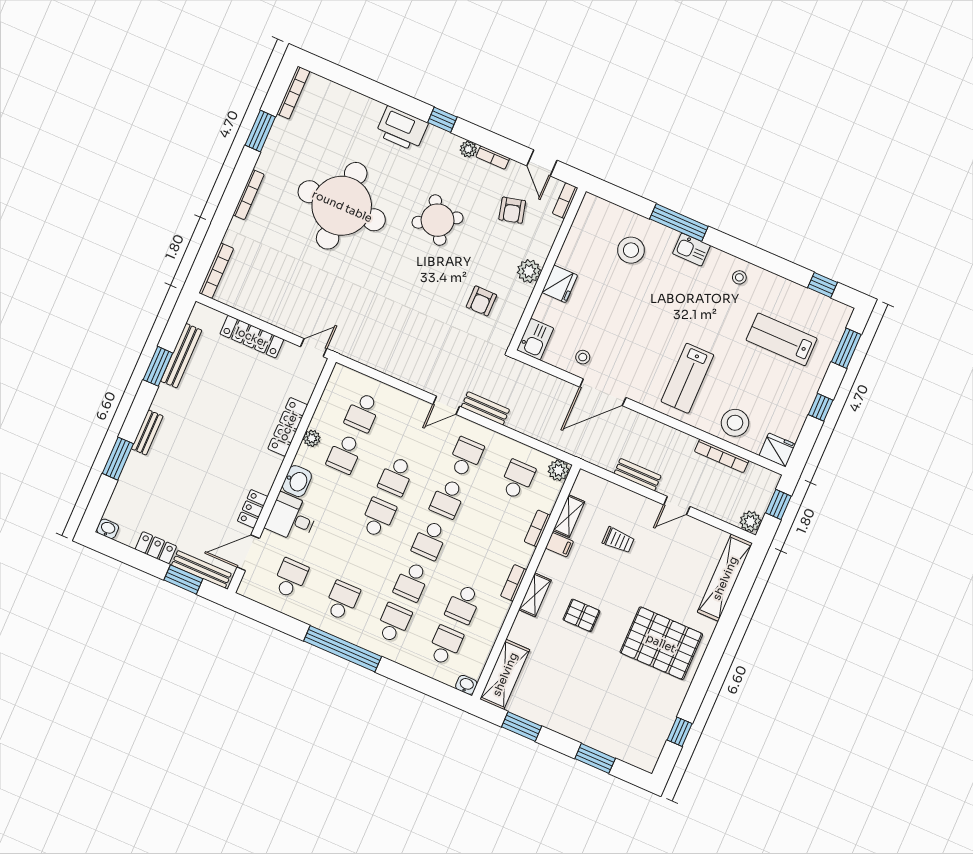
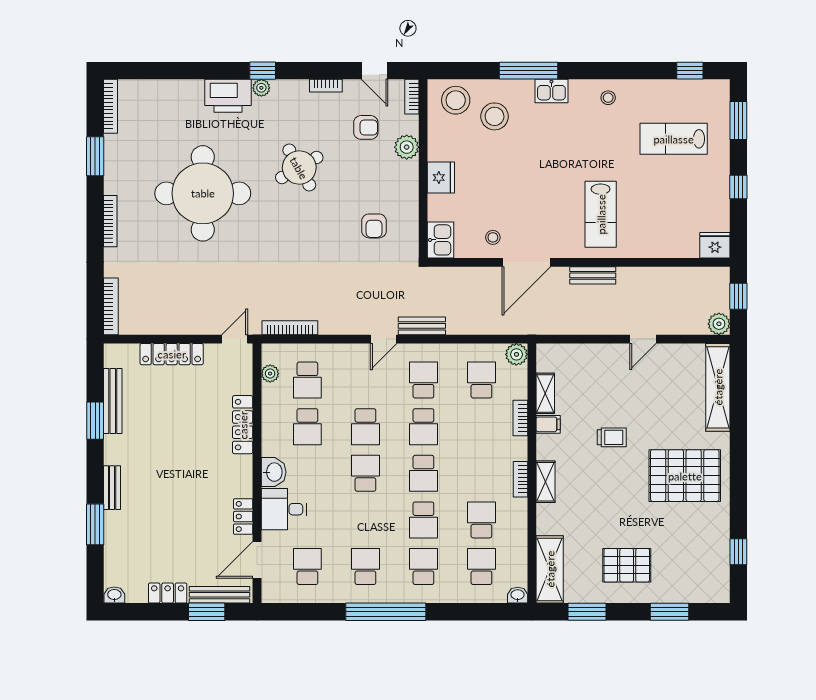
plant: (468, 149) -> (261, 88), moved
armchair: (512, 210) -> (366, 127), turned -76
plant: (529, 271) -> (407, 147), moved
stool: (735, 423) -> (456, 100), moved
plant: (312, 438) -> (270, 374), moved
bookcase: (722, 456) -> (290, 328), moved, turned 180
bench: (637, 475) -> (593, 275), moved
trolley: (618, 540) -> (612, 437), moved
school desk: (463, 604) -> (481, 520), turned 180
pallet: (581, 615) -> (627, 565), moved, width x1.50, depth x1.42

